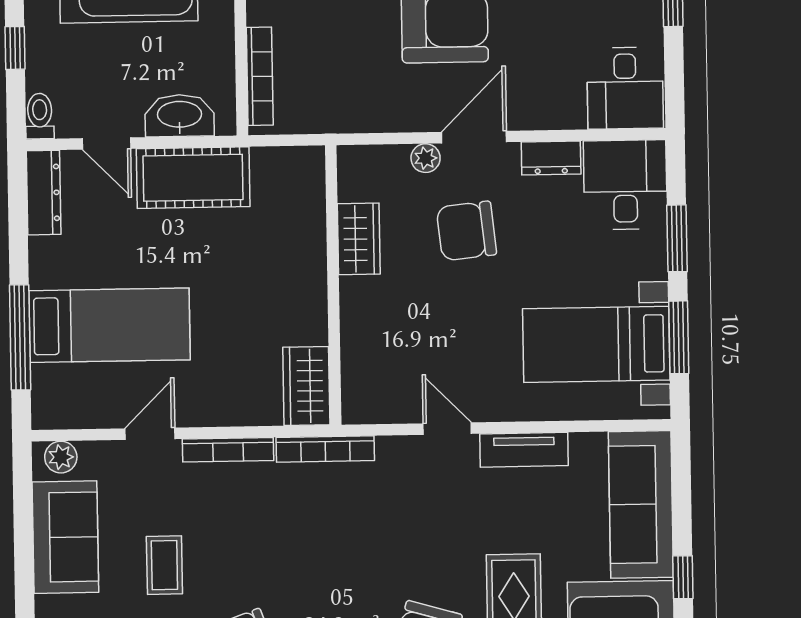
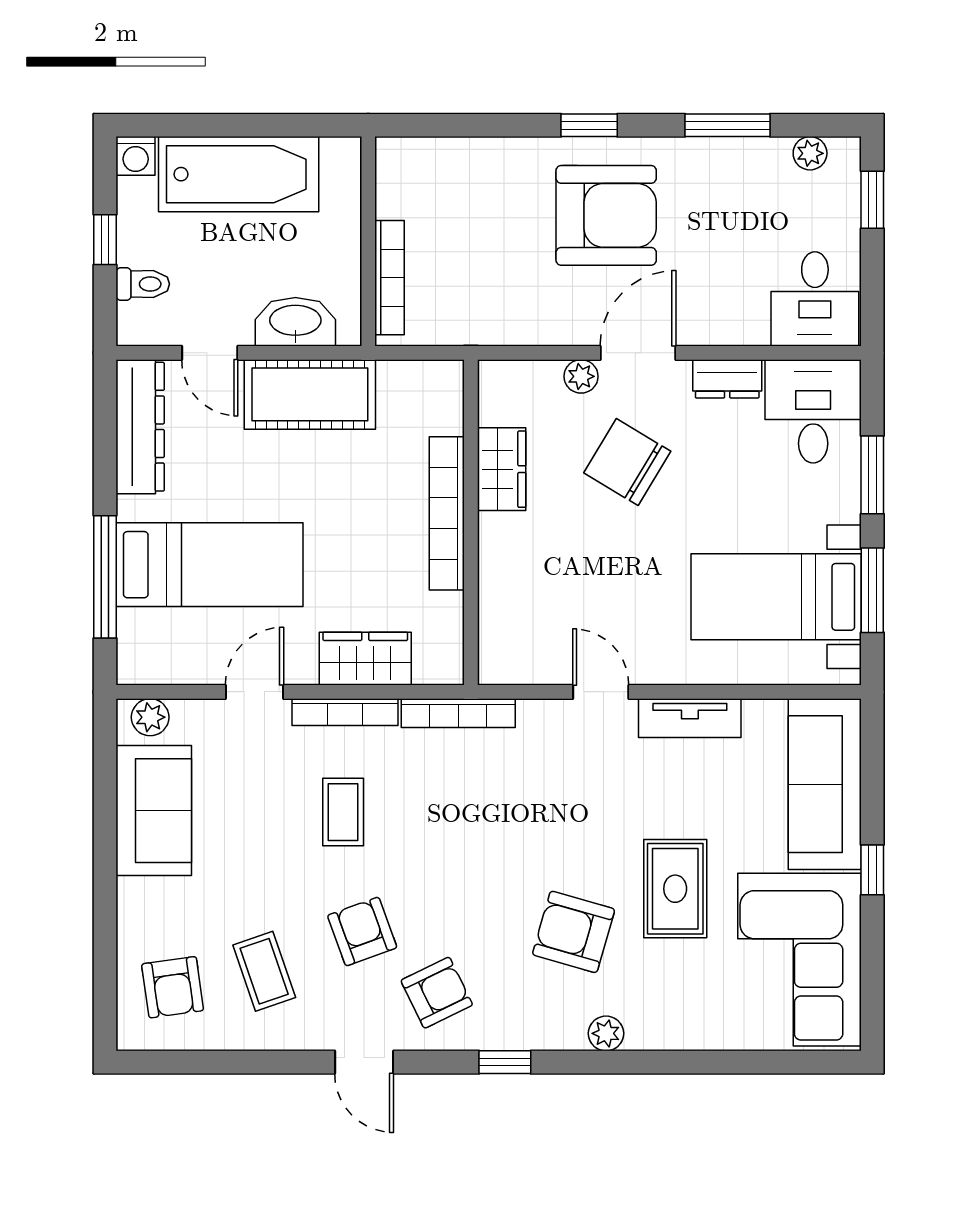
toilet: (40, 116) -> (143, 284), moved, turned 90
dresser: (44, 193) -> (140, 427), width x1.37, depth x1.24
chair: (466, 231) -> (627, 462), turned 37
bookcase: (312, 278) -> (447, 513), added
wardrobe: (306, 386) -> (365, 659), moved, turned 90
coffee table: (164, 565) -> (343, 812), moved

